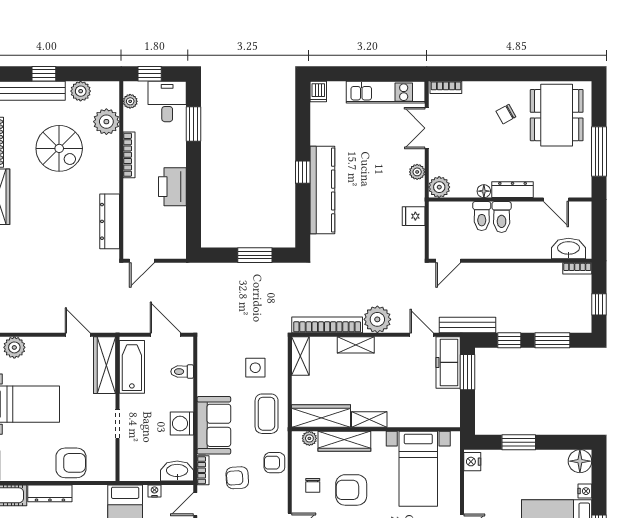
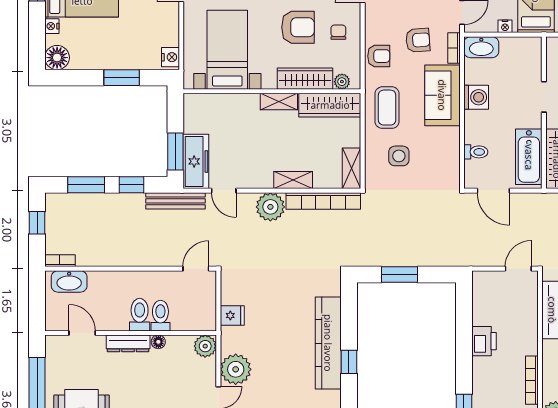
plant: (417, 172) -> (236, 369), width x1.87, depth x1.87
printer: (172, 187) -> (484, 341), width x0.73, depth x0.84

